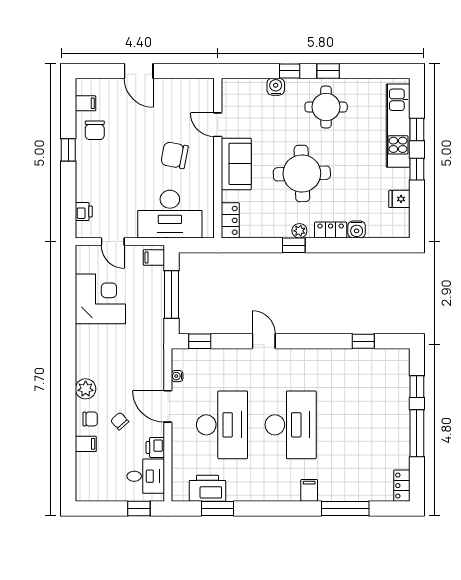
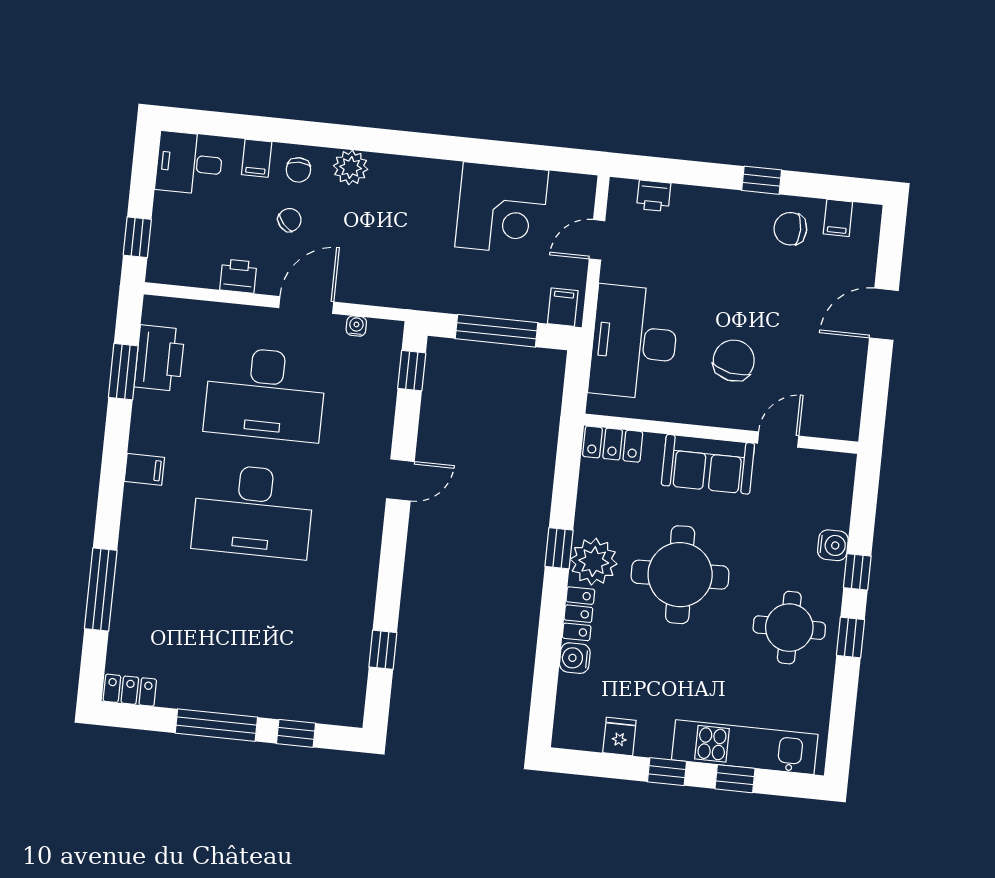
plant: (299, 231) -> (594, 562), width x1.88, depth x1.88
desk: (146, 476) -> (189, 163), moved, turned 90
filing cabinet: (309, 490) -> (144, 469), moved

